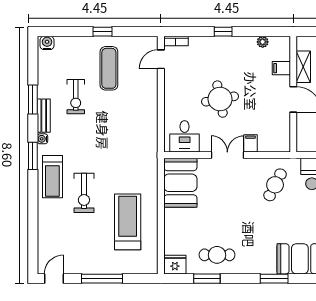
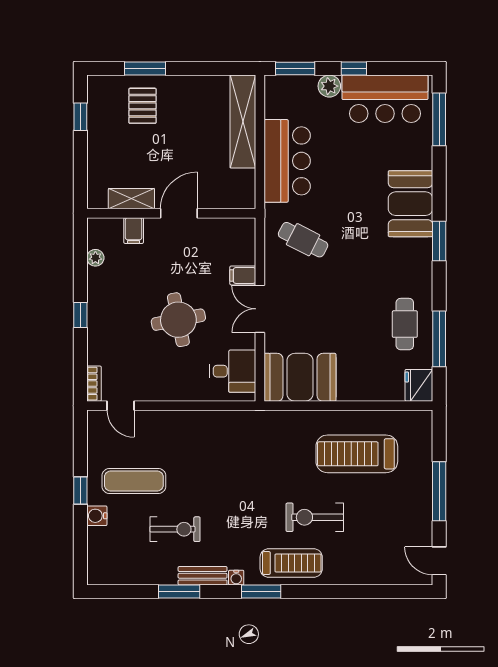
water cooler: (47, 43) -> (97, 516), moved
exercise bike: (84, 193) -> (315, 517), turned 180
window: (207, 279) -> (439, 339), width x1.44

